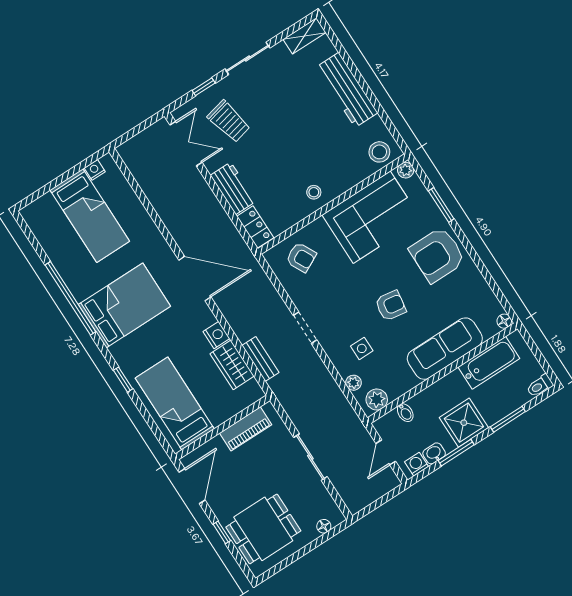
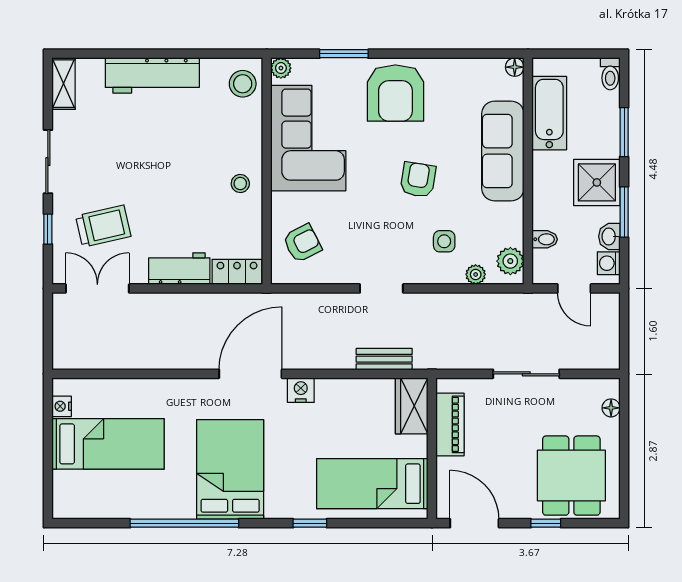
nightstand: (216, 335) -> (301, 390), moved
wardrobe: (232, 365) -> (412, 406), moved, turned 90

